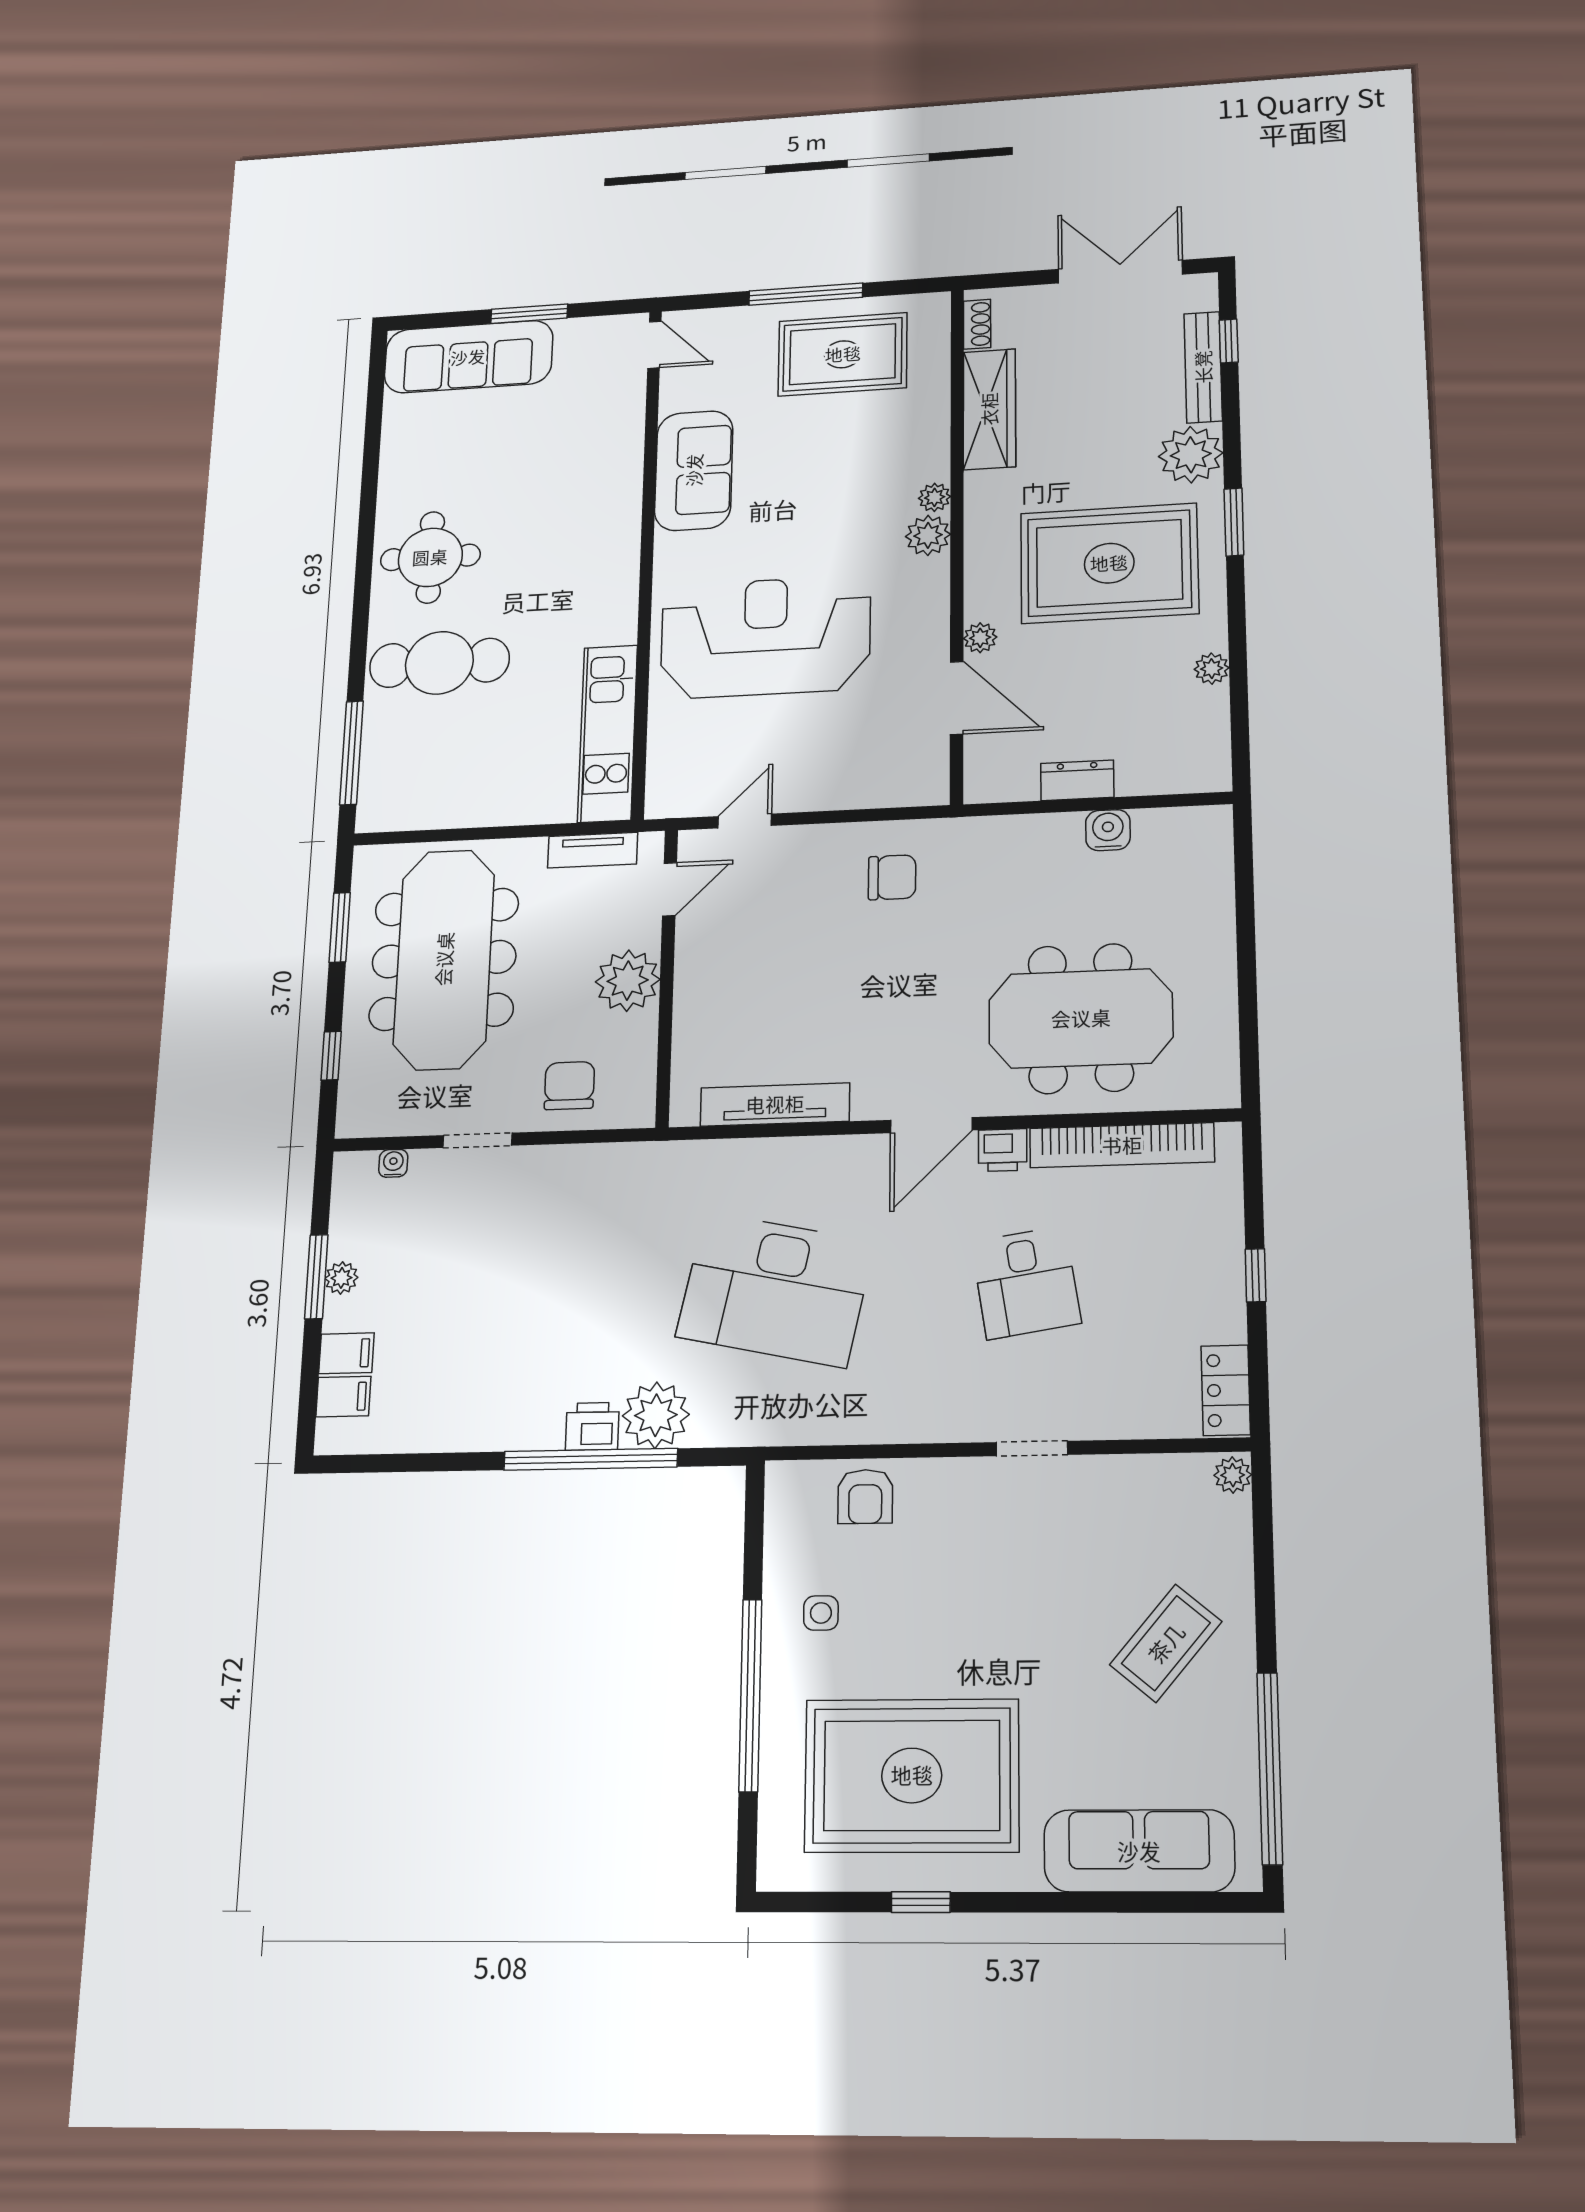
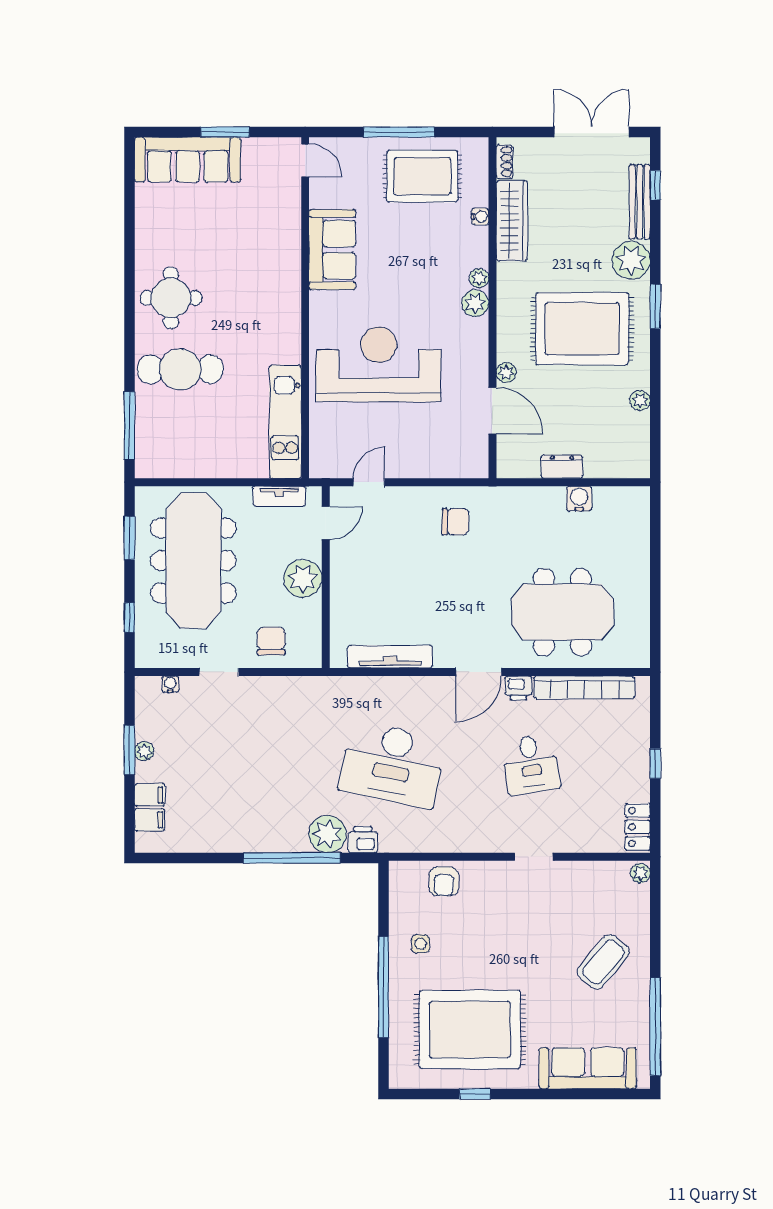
water cooler: (937, 406) -> (480, 217), added
printer: (592, 1426) -> (363, 840), moved

